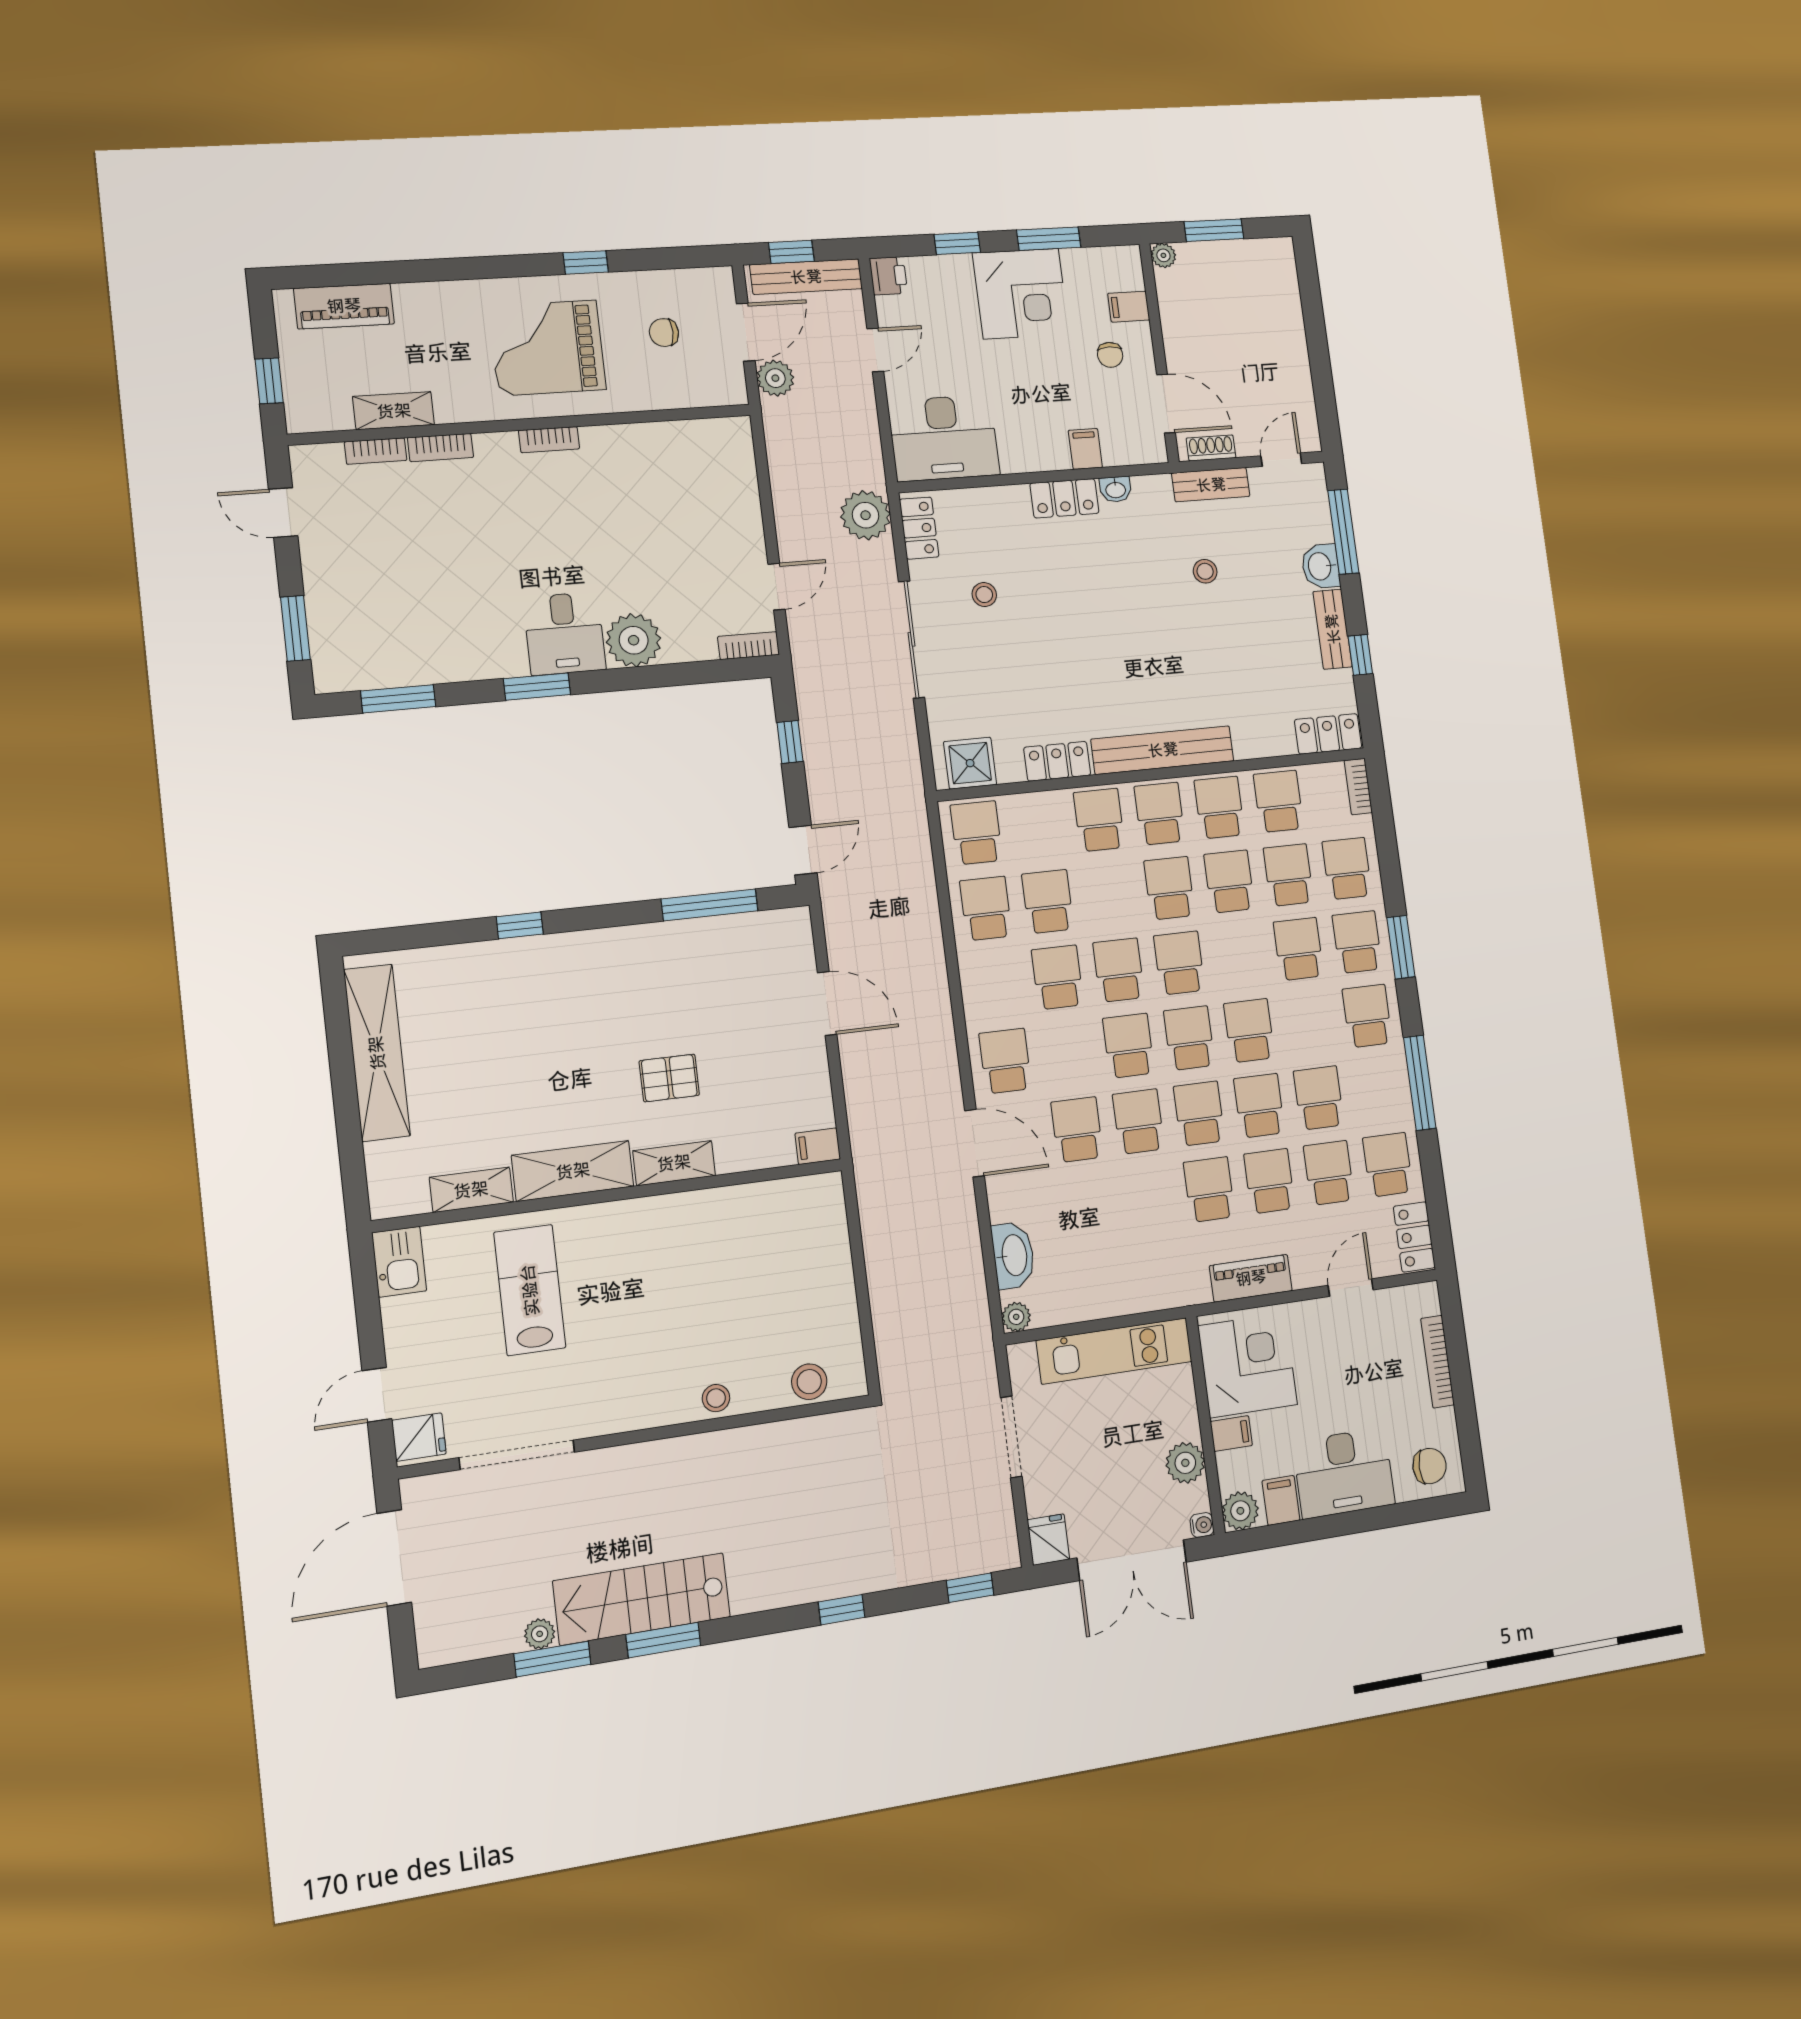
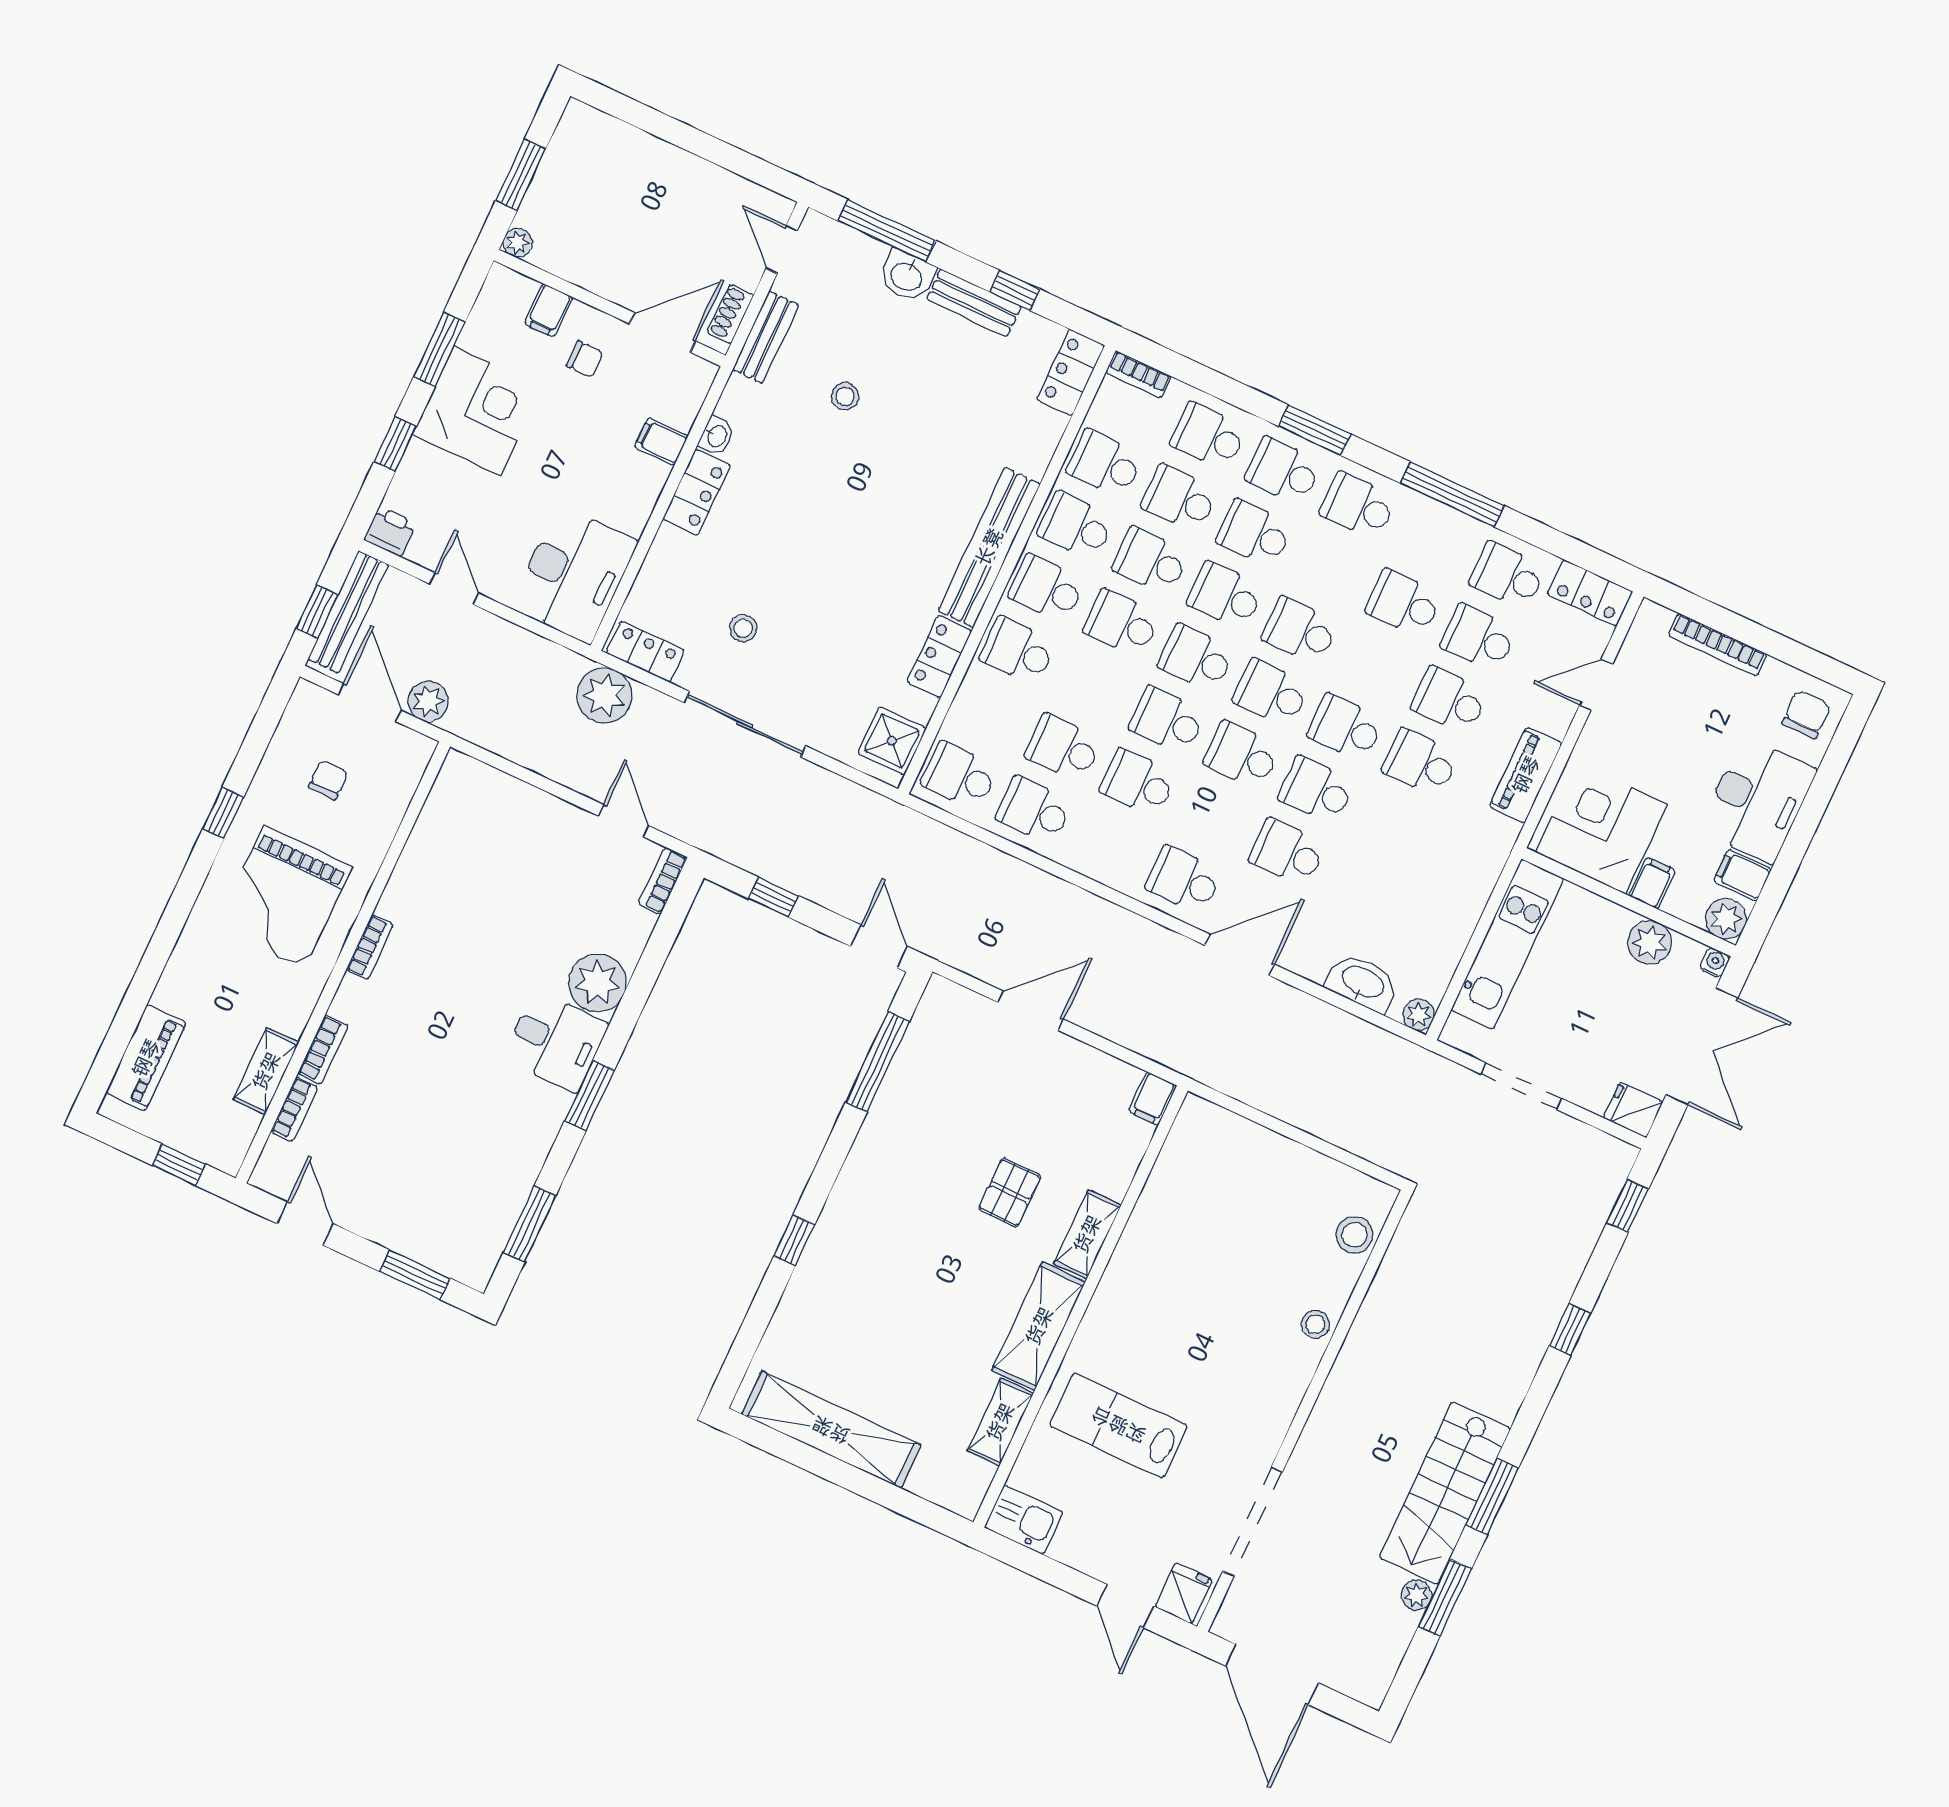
chair: (664, 333) -> (328, 780), turned 180
door: (283, 513) -> (305, 1224), swing flipped
school desk: (1259, 1106) -> (1225, 596), moved
door: (1351, 1288) -> (1596, 685), hinge flipped

